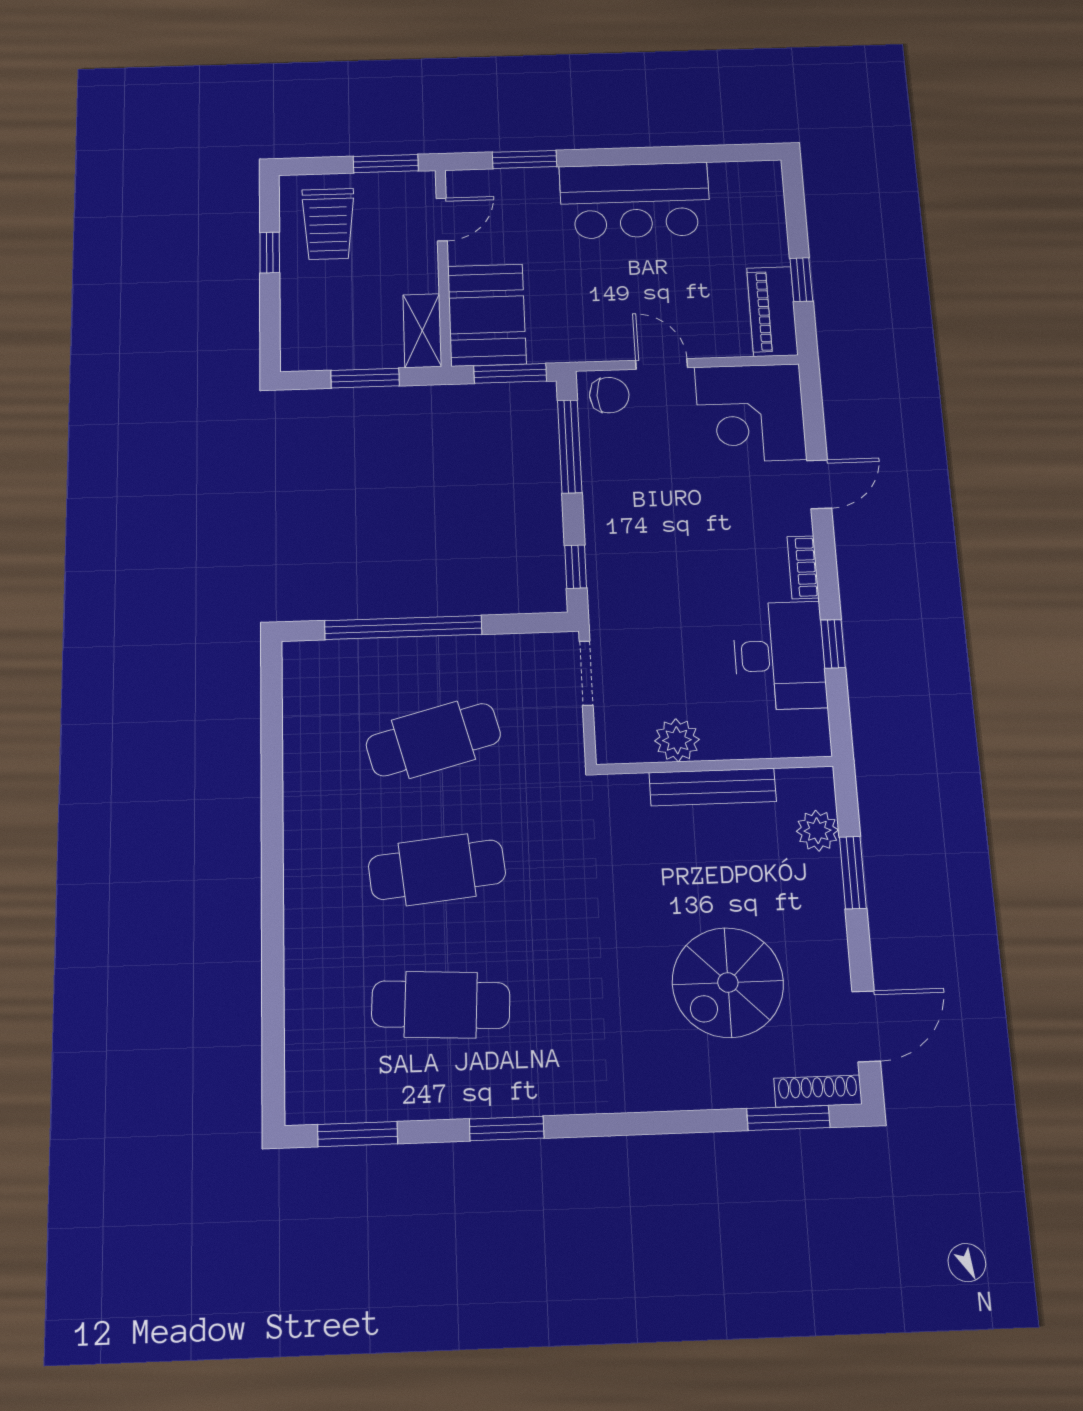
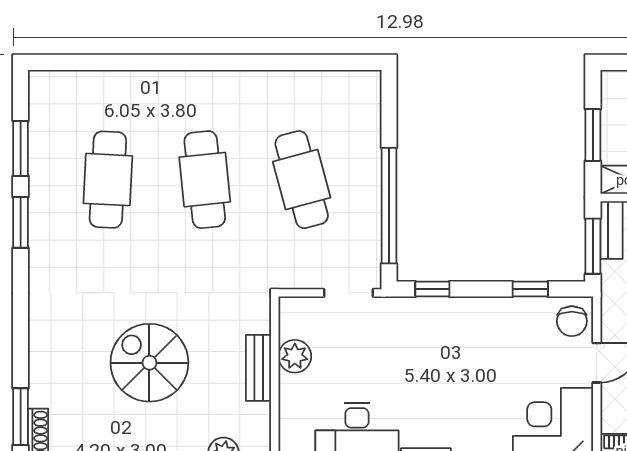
window: (570, 446) -> (530, 289), width x0.46
window: (403, 627) -> (389, 206), moved
bench: (713, 787) -> (259, 368), width x0.73
spiral stairs: (728, 982) -> (149, 363), moved
window: (358, 1134) -> (21, 149), moved

